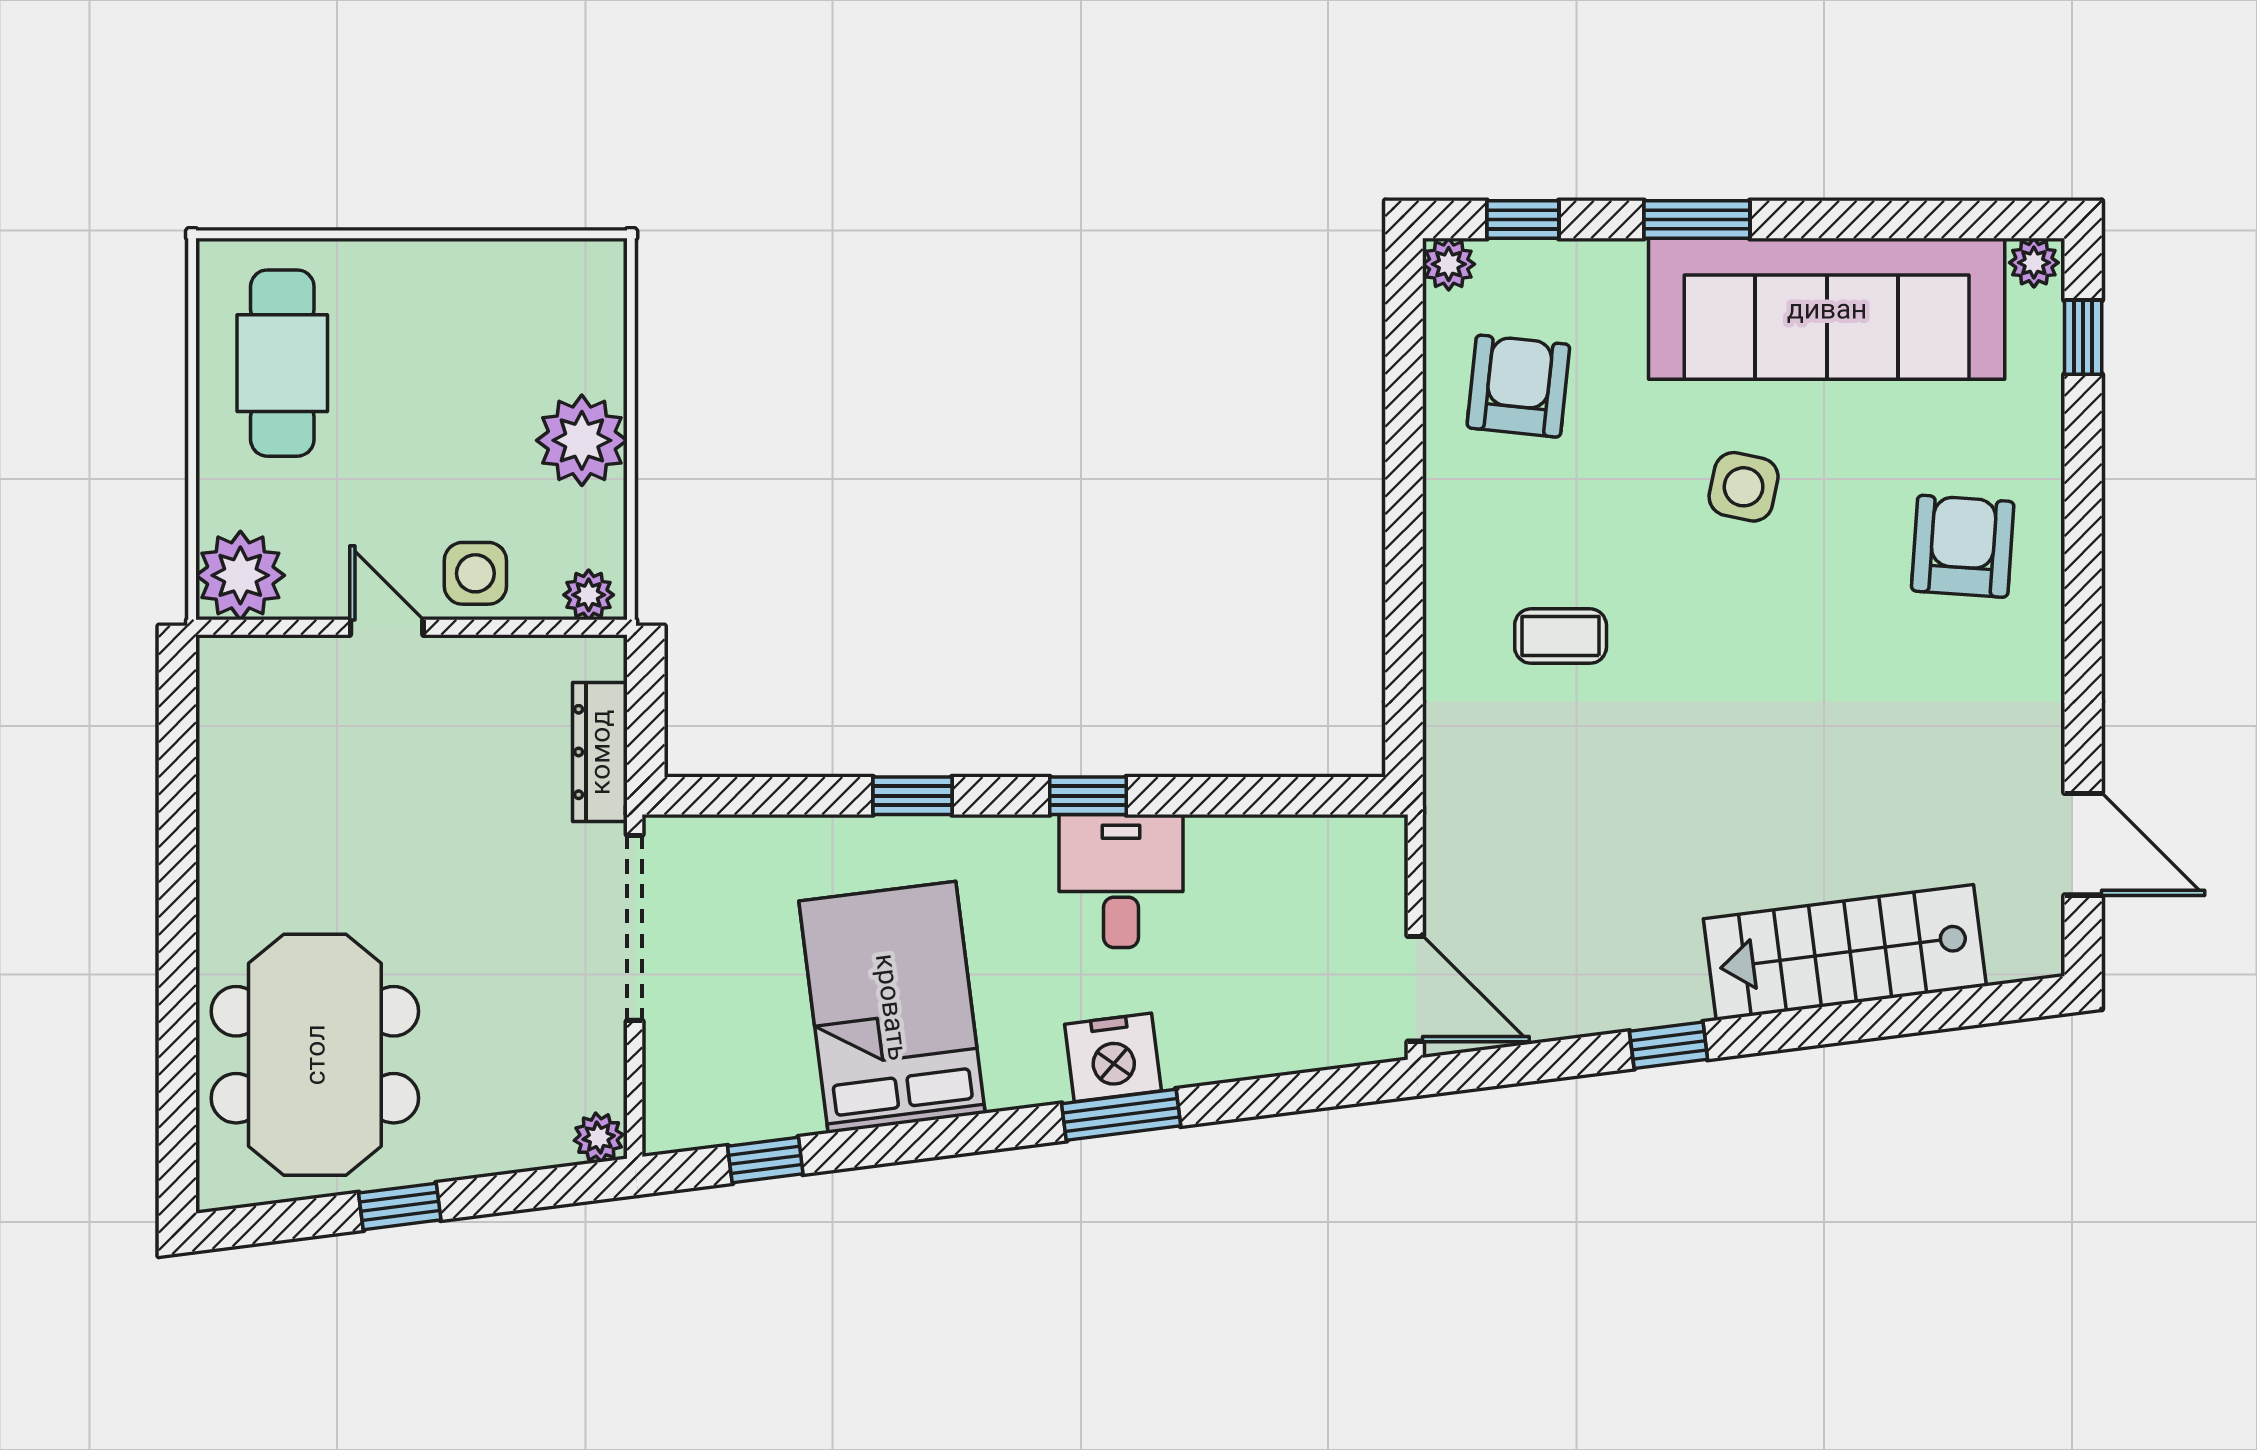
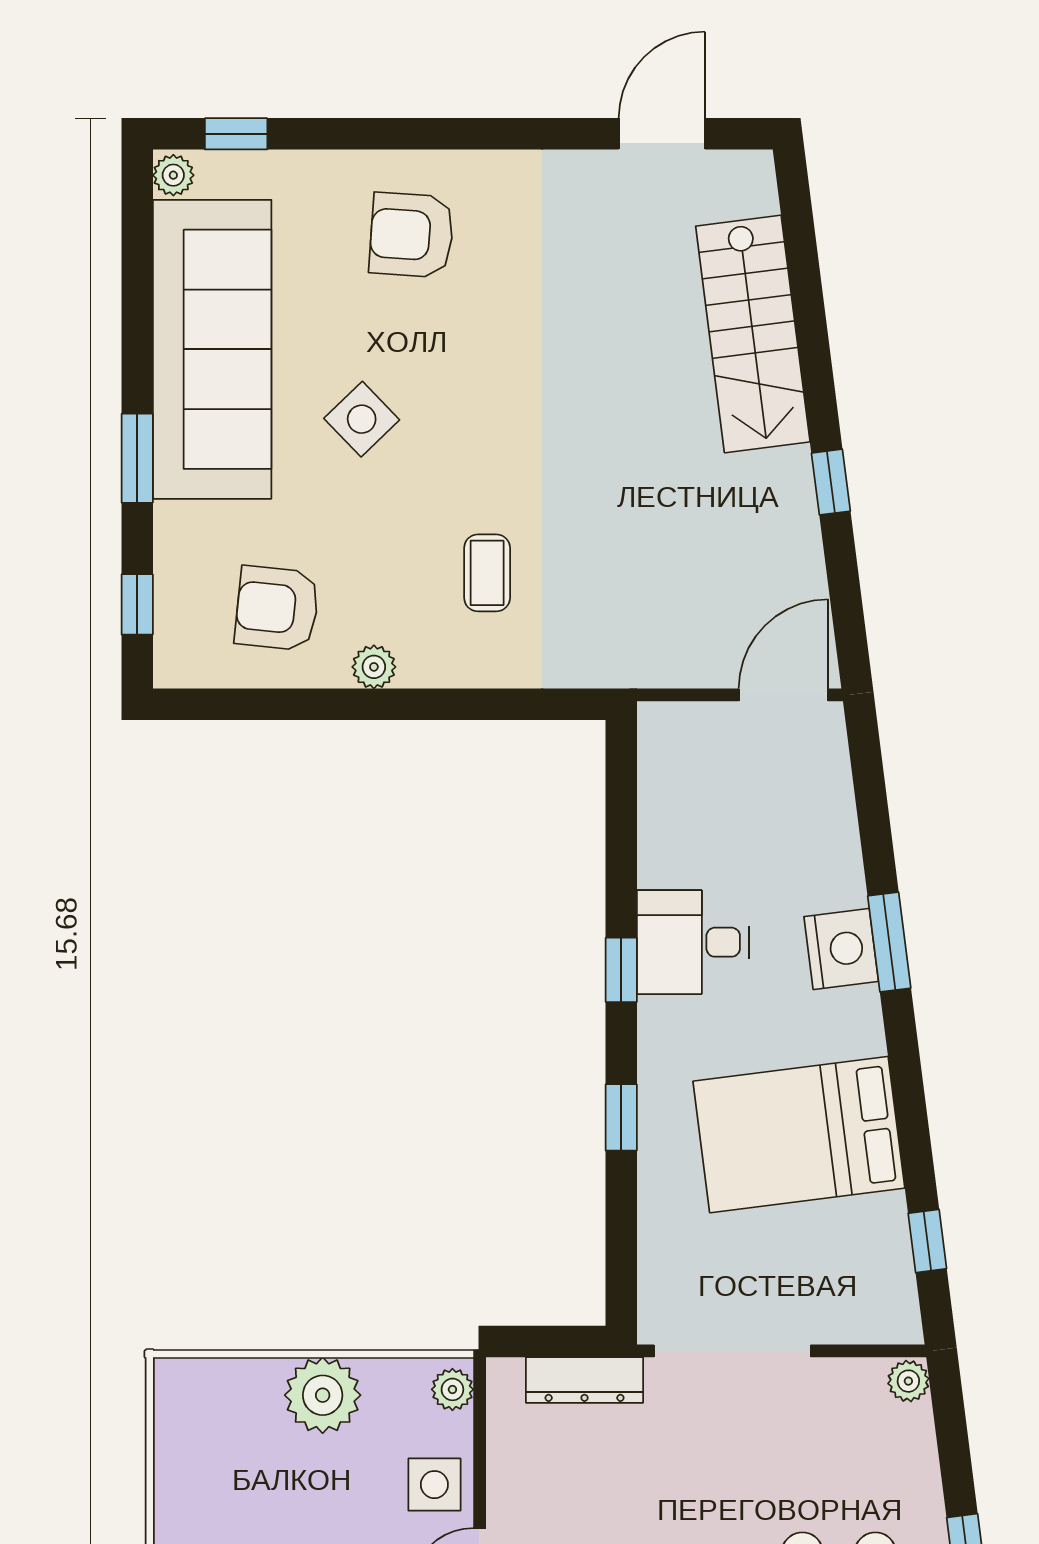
plant: (1449, 264) -> (374, 667), moved
side table: (1744, 487) -> (362, 419), turned 34

